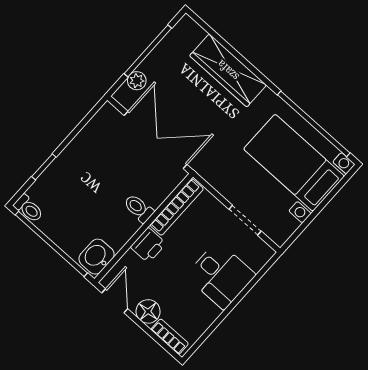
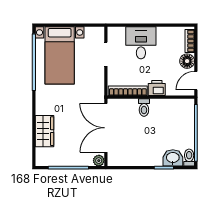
wardrobe: (228, 70) -> (45, 131), width x0.67
plant: (137, 81) -> (99, 161), moved
washbasin: (97, 257) -> (173, 158), moved, turned 180

